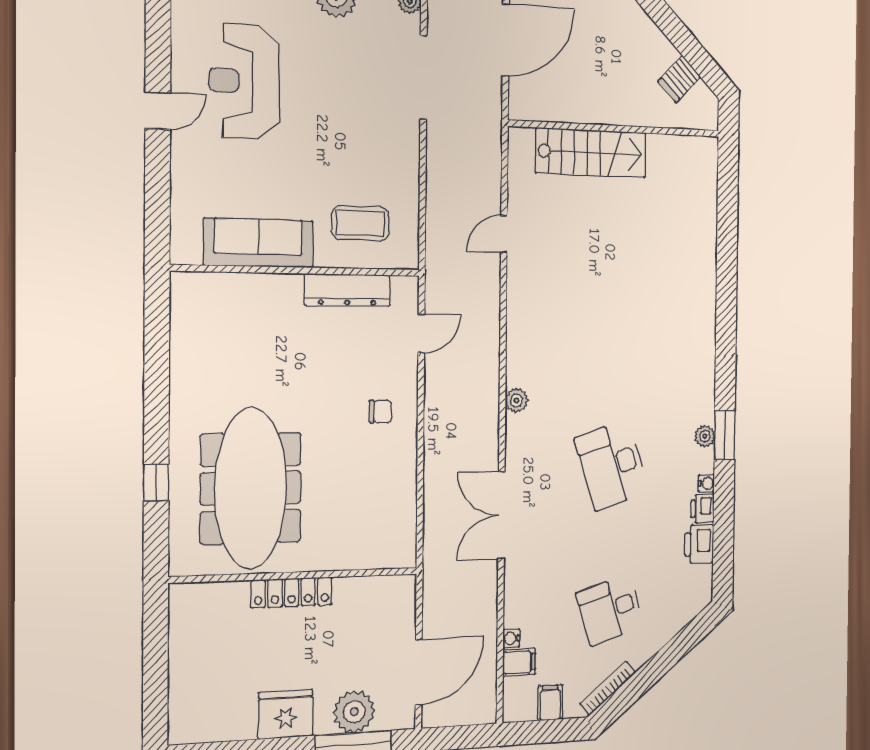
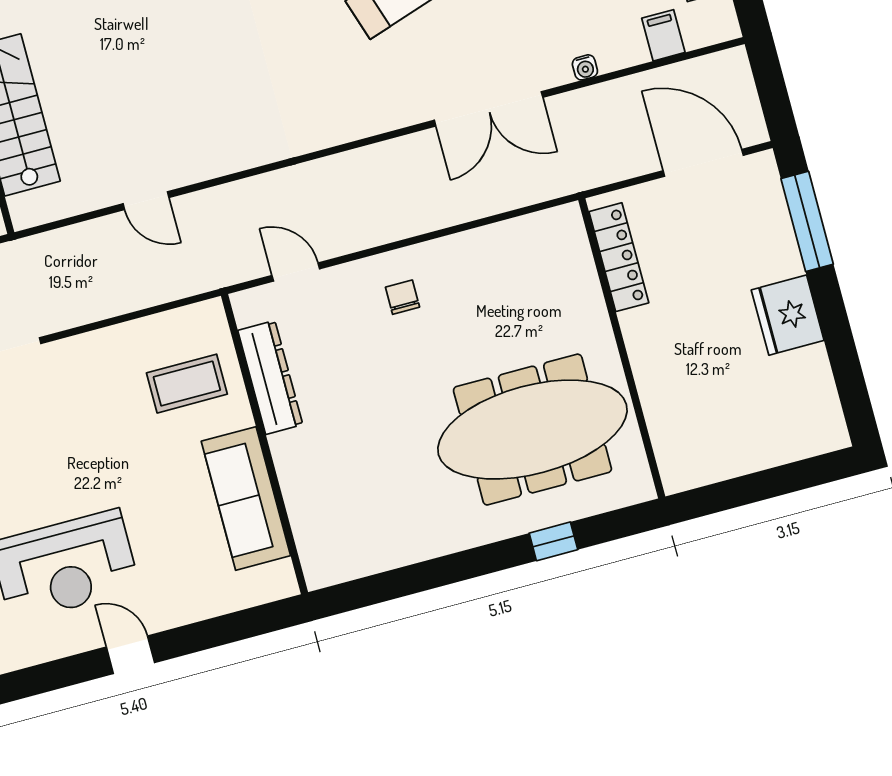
coffee table: (360, 223) -> (187, 384), turned 90
plant: (516, 400) -> (344, 128), removed
locker: (292, 593) -> (619, 257), moved
water cooler: (511, 638) -> (585, 67), moved
plant: (354, 712) -> (768, 231), removed

